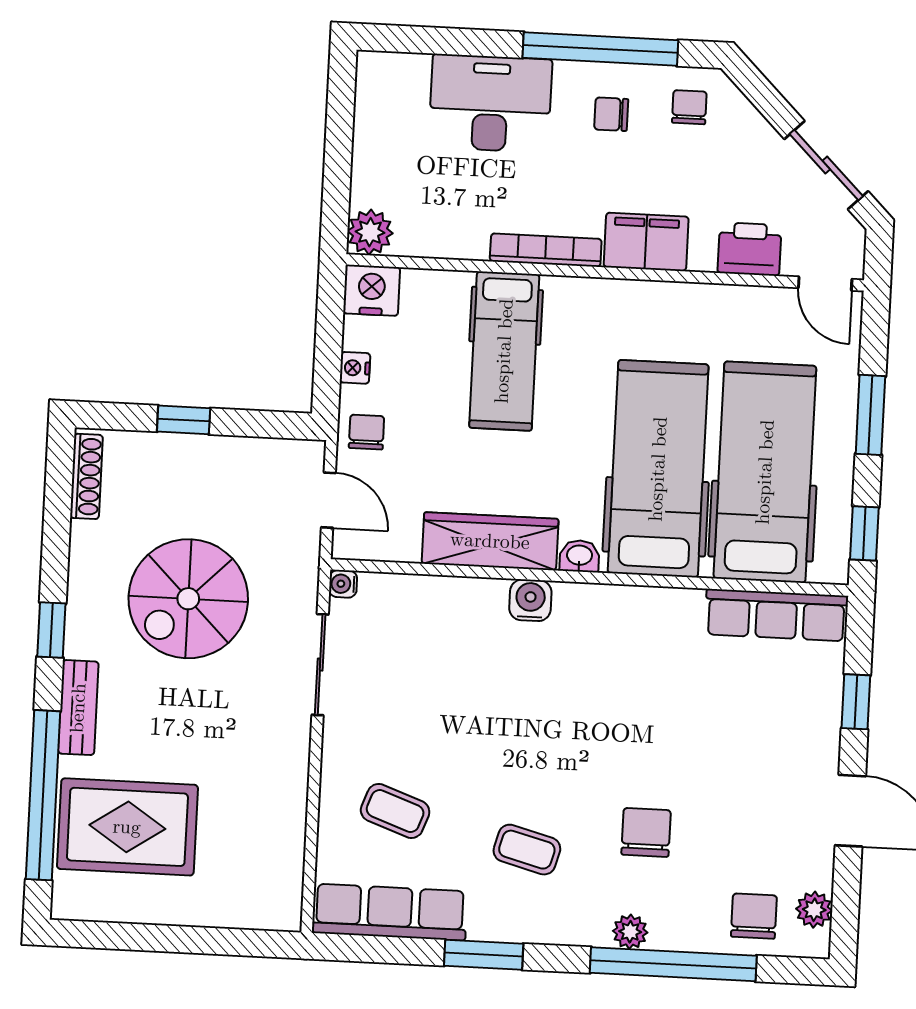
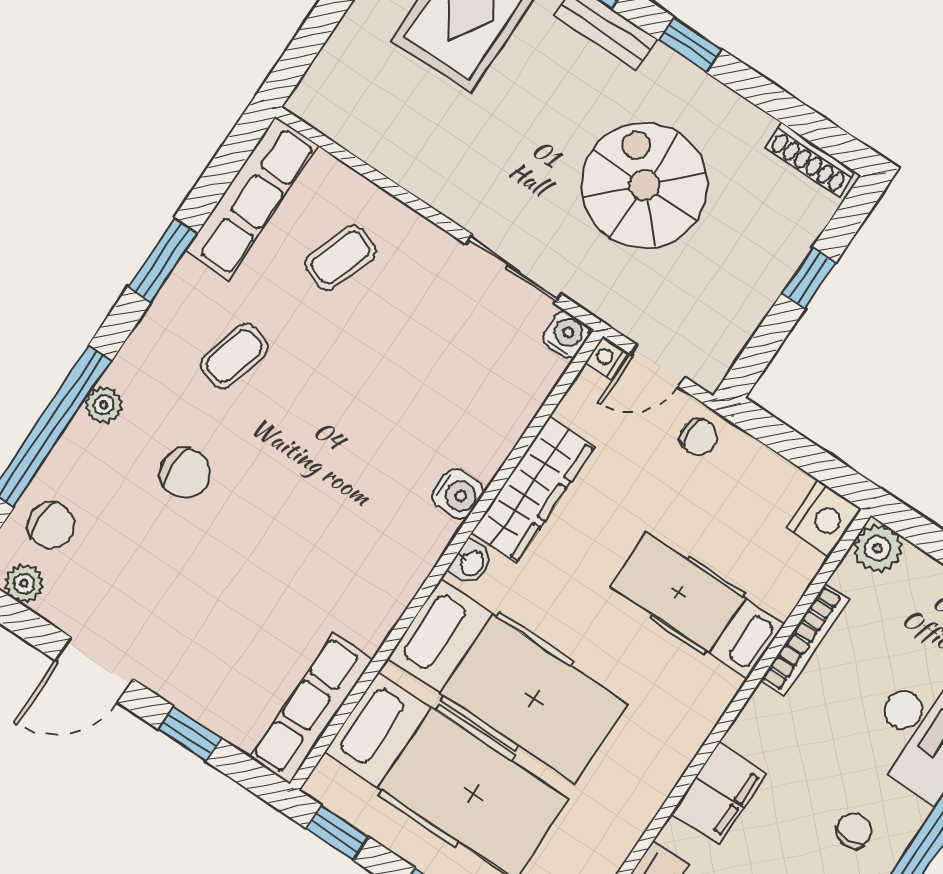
bookcase: (546, 250) -> (805, 640), moved
nightstand: (355, 368) -> (607, 358), moved, turned -90
water cooler: (343, 584) -> (566, 335), width x1.38, depth x1.38

